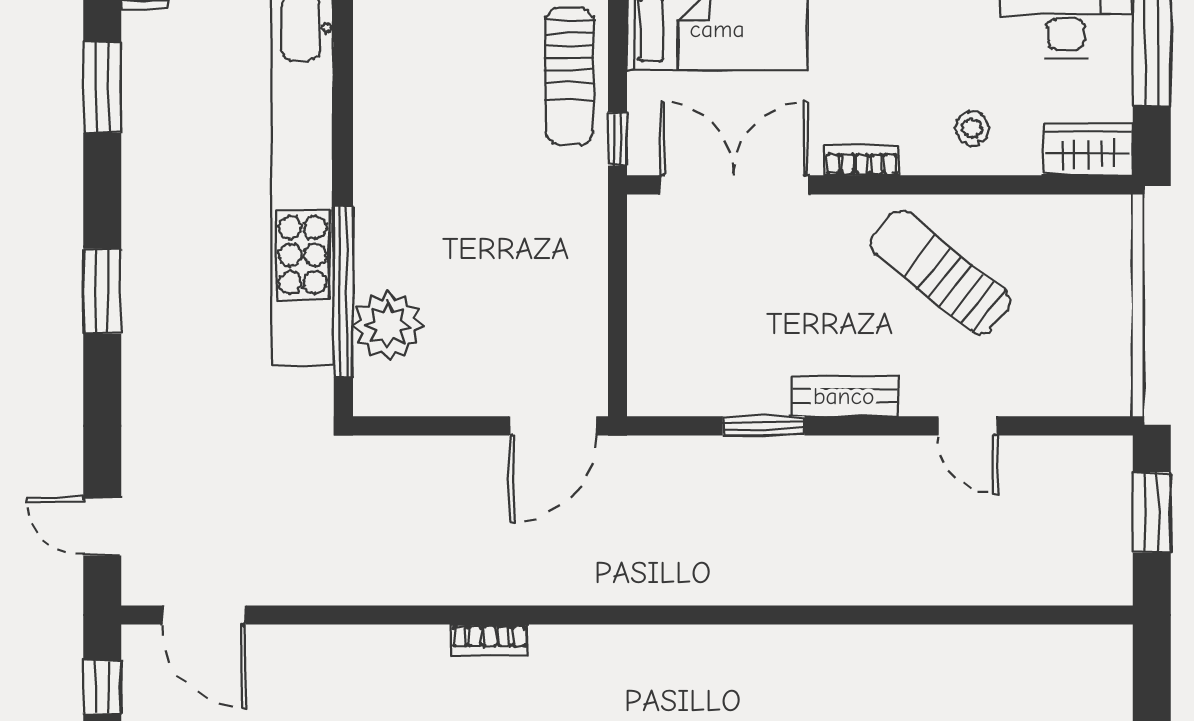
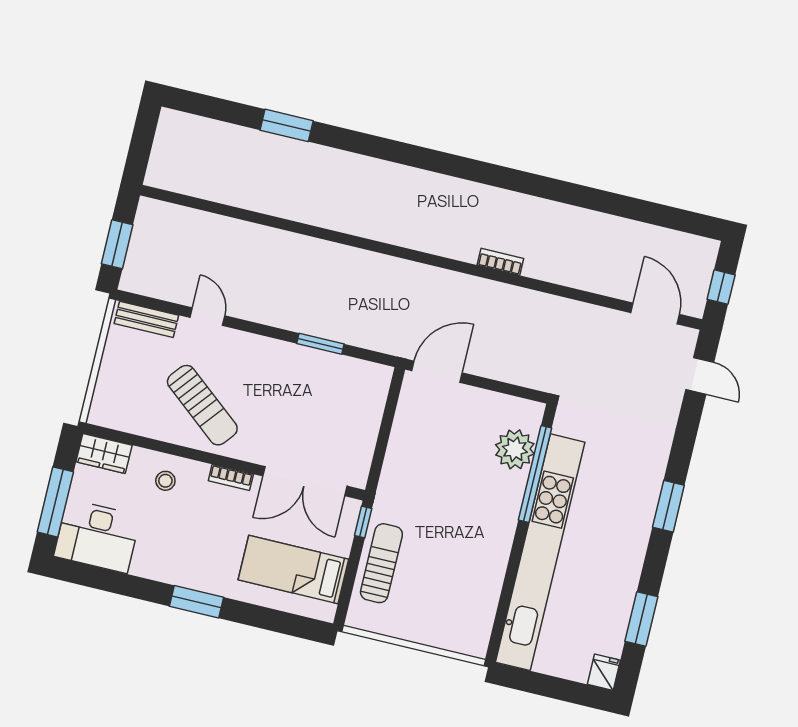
bench: (844, 396) -> (146, 319), moved

